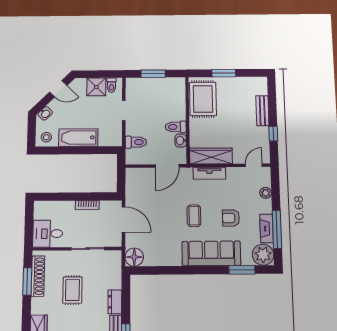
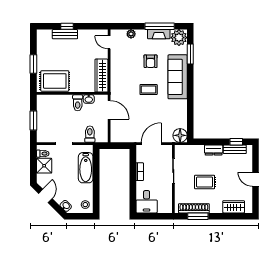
window: (273, 134) -> (67, 26), moved
bathtub: (78, 138) -> (86, 168), moved
tv unit: (209, 173) -> (115, 77), removed
desk: (48, 234) -> (147, 202), moved

